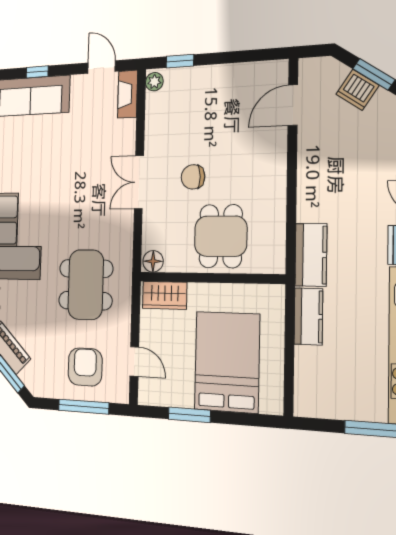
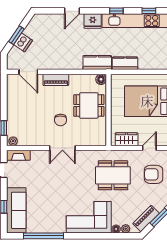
piano: (275, 165) -> (56, 80), added
floor lamp: (153, 261) -> (101, 79), moved
wardrobe: (165, 295) -> (127, 139), moved, turned -90

